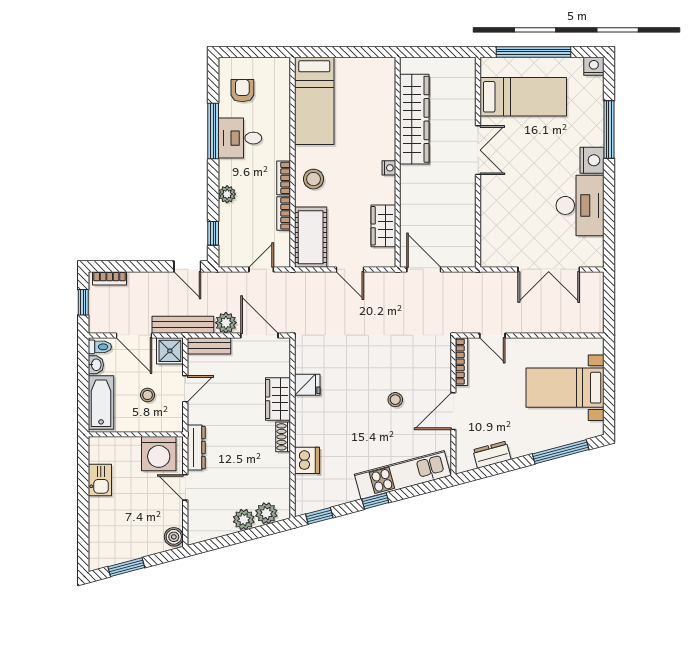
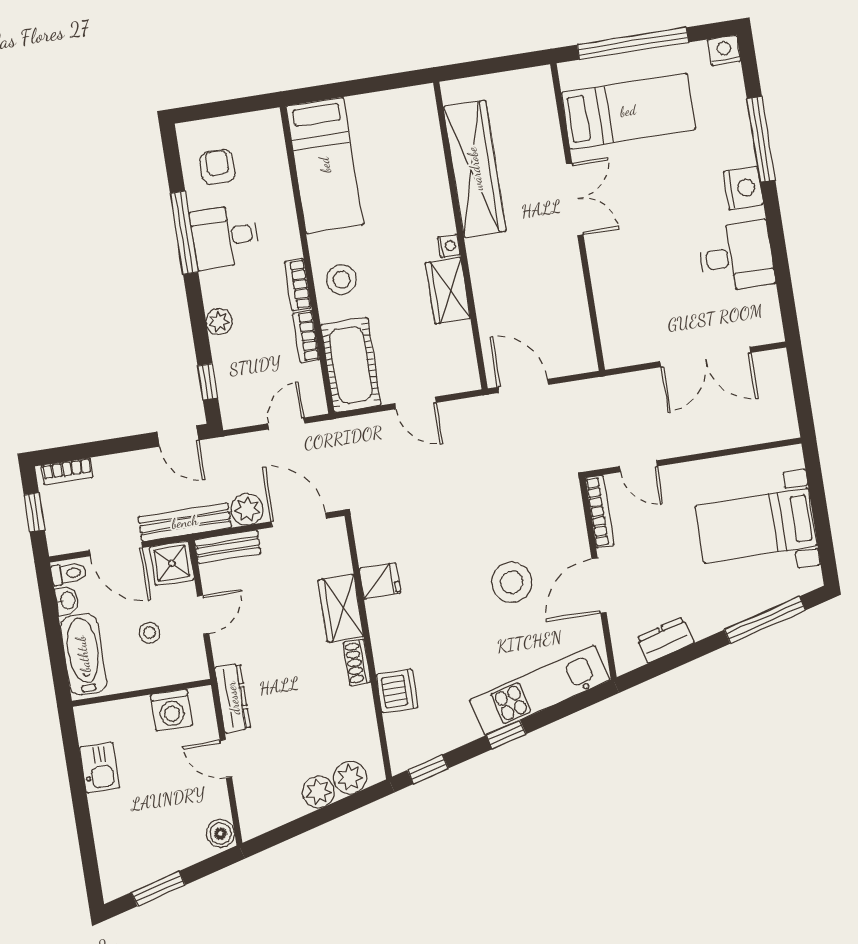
desk: (580, 205) -> (736, 257), width x0.73
wardrobe: (383, 226) -> (448, 291), moved
stool: (395, 400) -> (512, 582), width x1.89, depth x1.89
washing machine: (159, 454) -> (171, 710), width x0.73, depth x0.73

